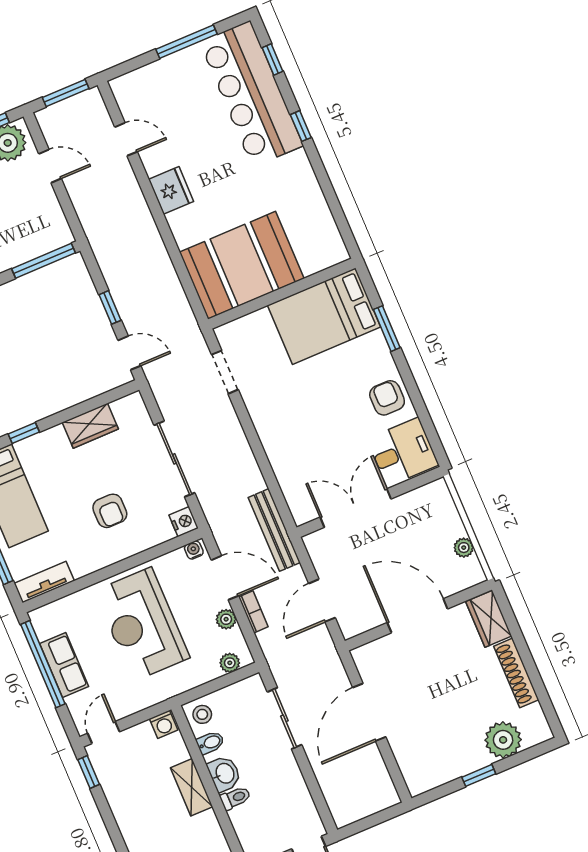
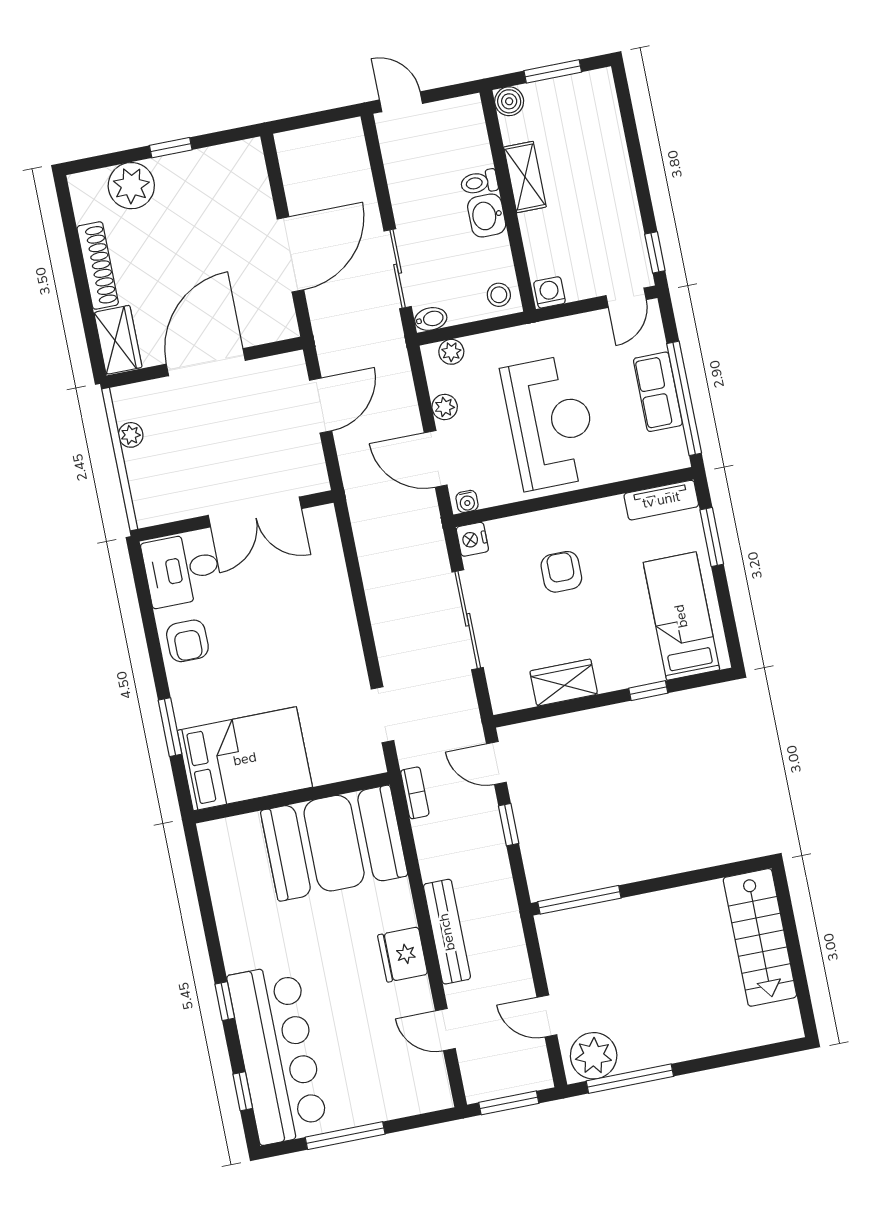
bench: (274, 530) -> (447, 932), moved
bookcase: (253, 612) -> (415, 793), moved, turned 180
door: (417, 616) -> (206, 362), swing flipped
bidet: (210, 743) -> (431, 319), moved, turned 180
shelving: (192, 787) -> (525, 177), moved

